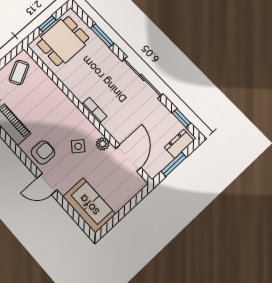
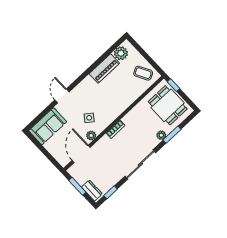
window: (47, 24) -> (173, 85), moved
plant: (103, 50) -> (161, 135), added
armchair: (43, 152) -> (84, 93), removed
door: (128, 158) -> (81, 154), swing flipped

